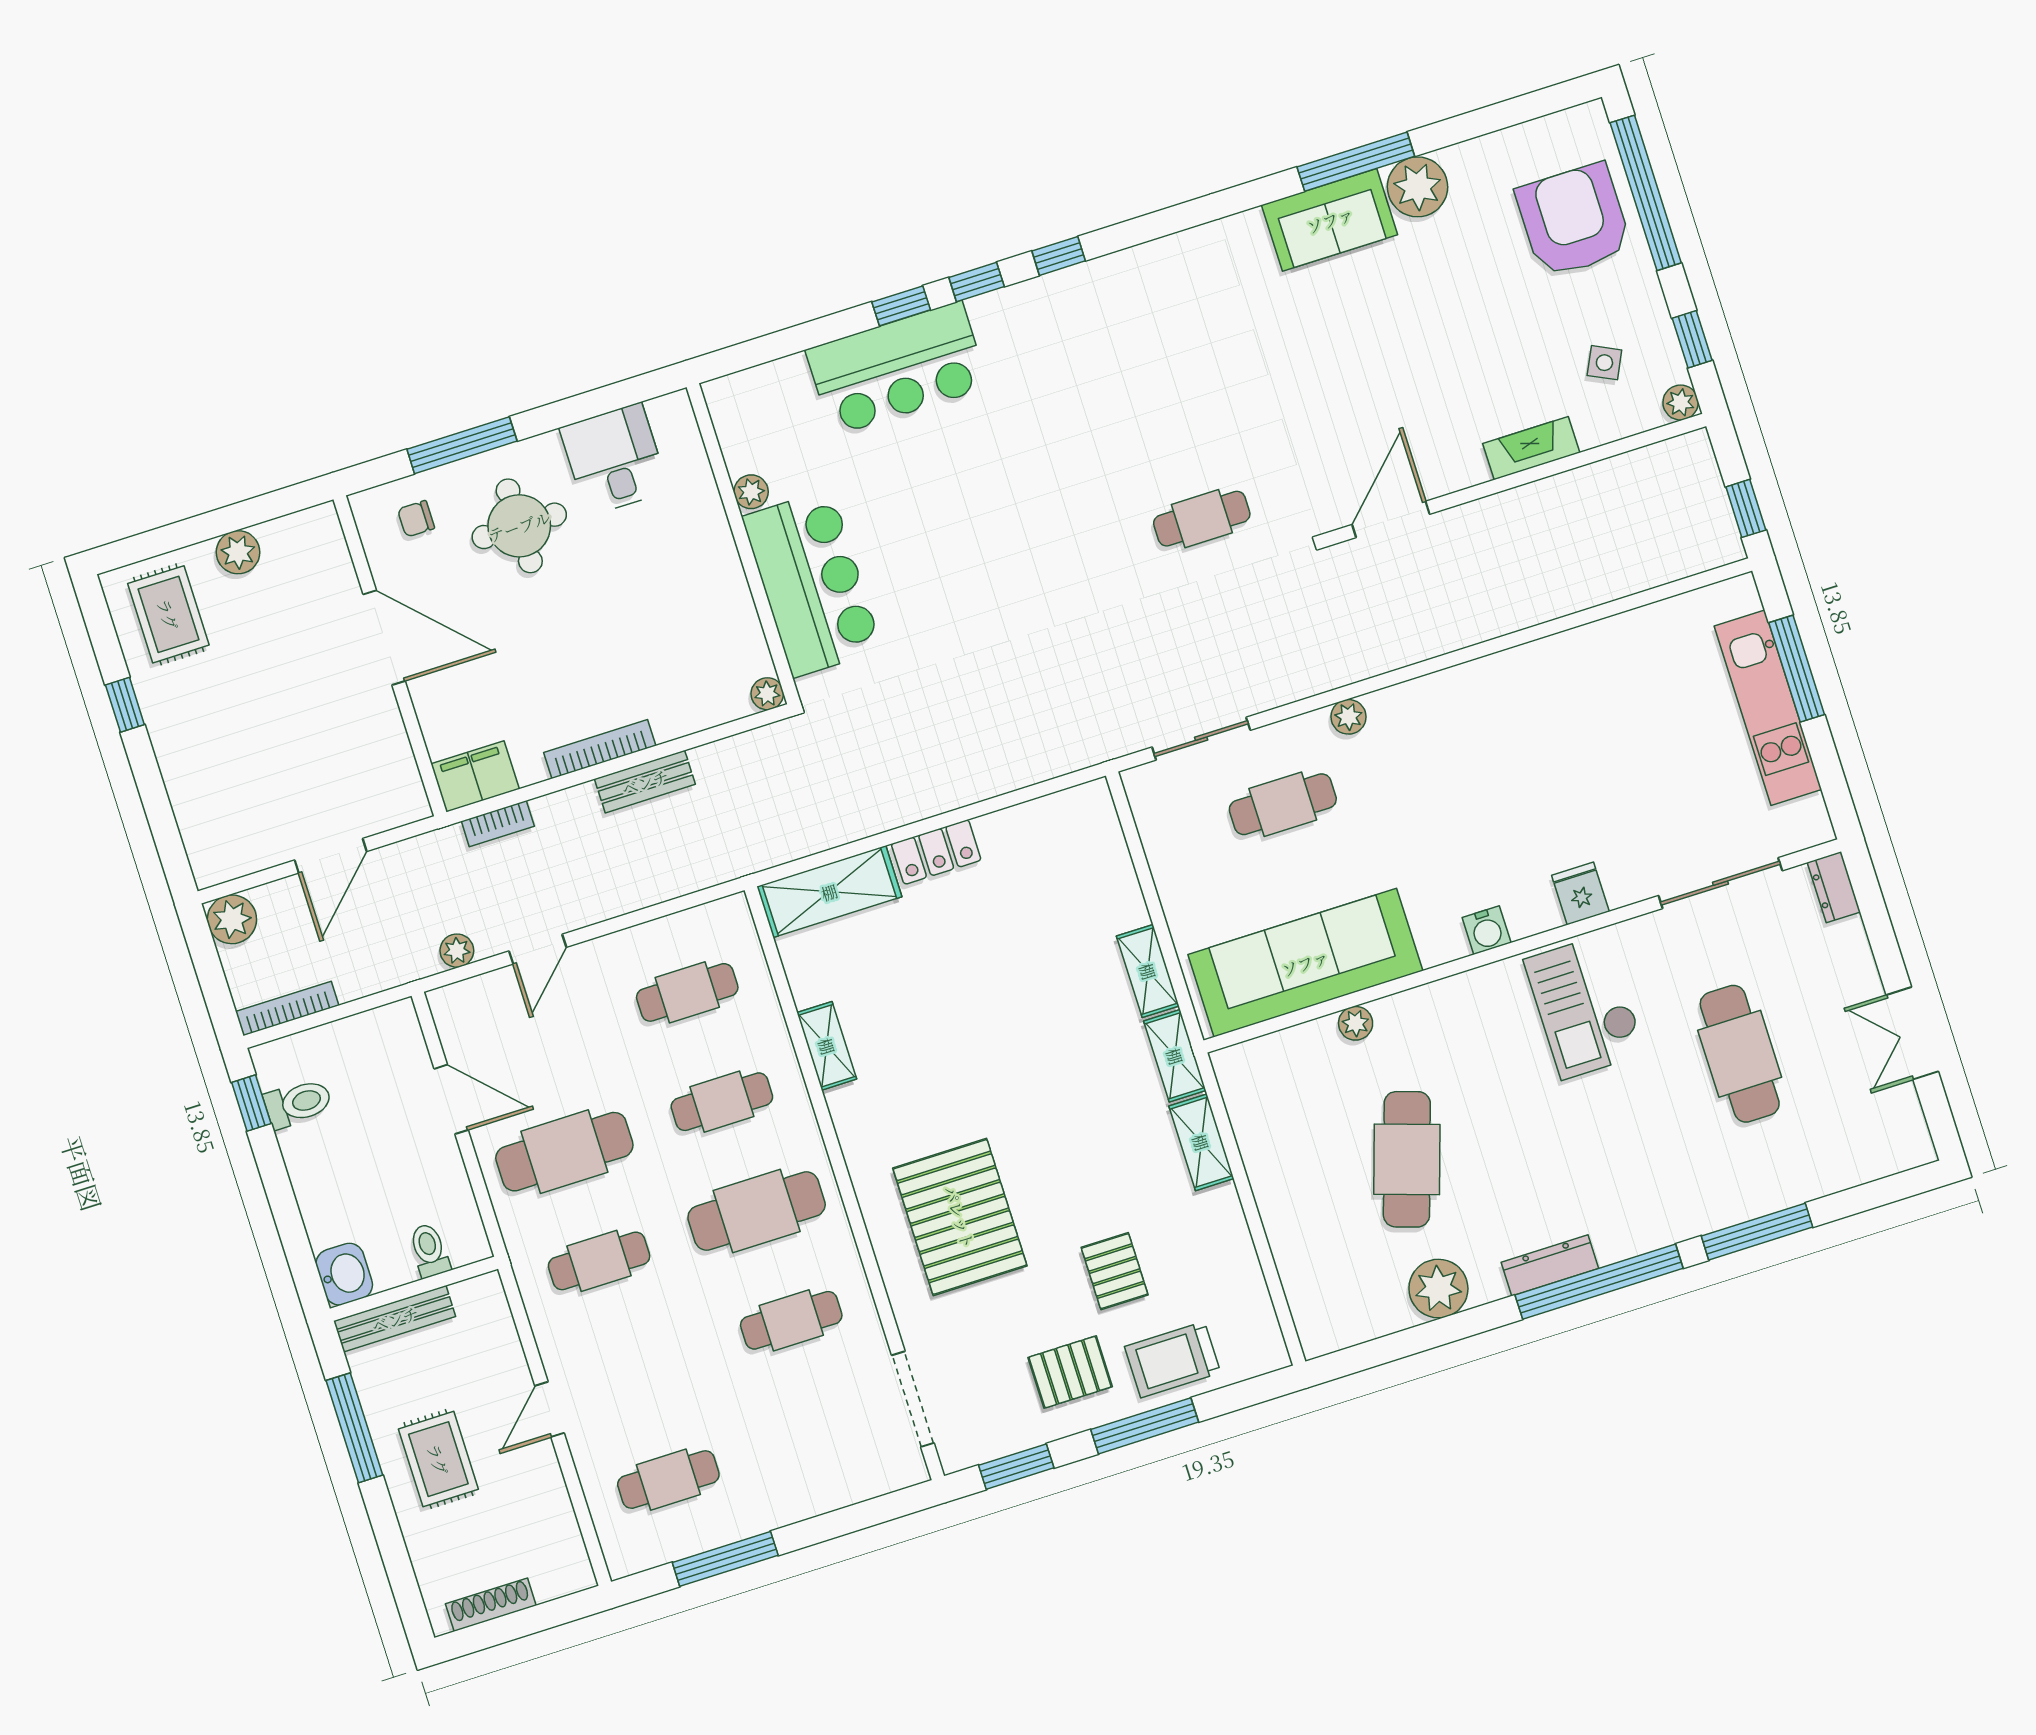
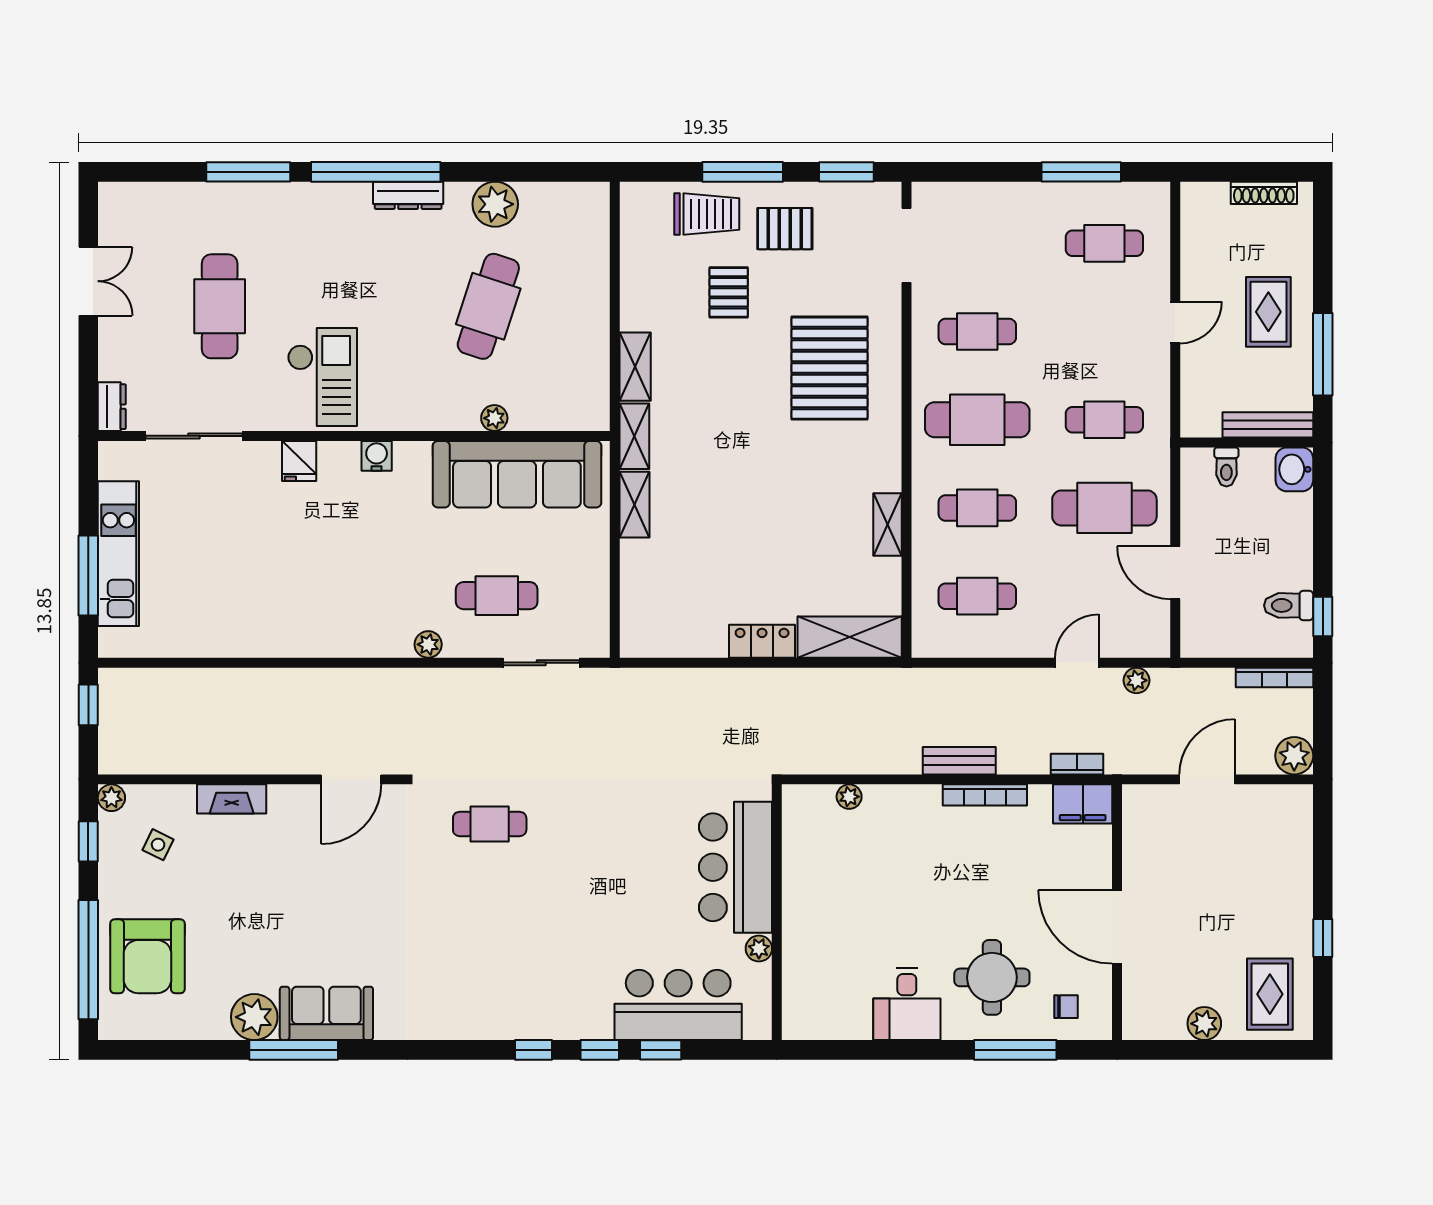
plant: (751, 492) -> (759, 949), moved
wall: (743, 544) -> (777, 912), moved
bar counter: (812, 583) -> (735, 867), moved

